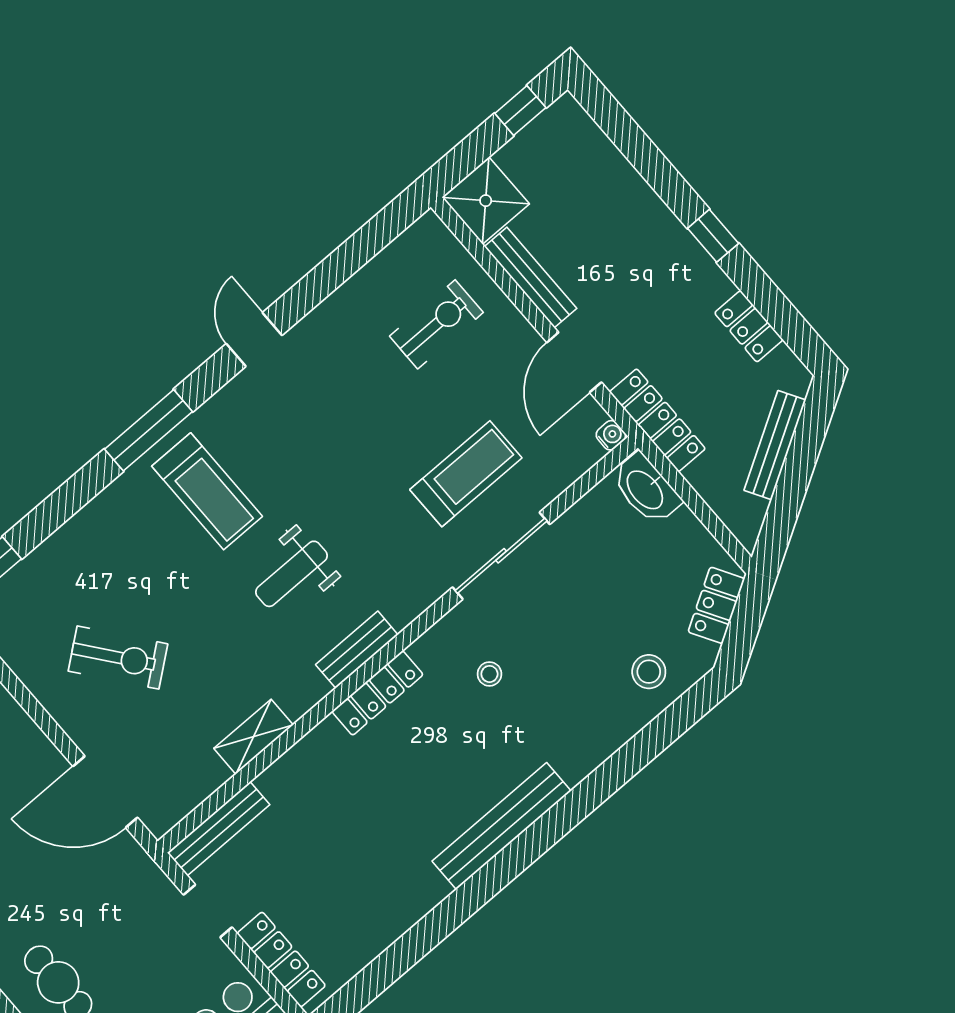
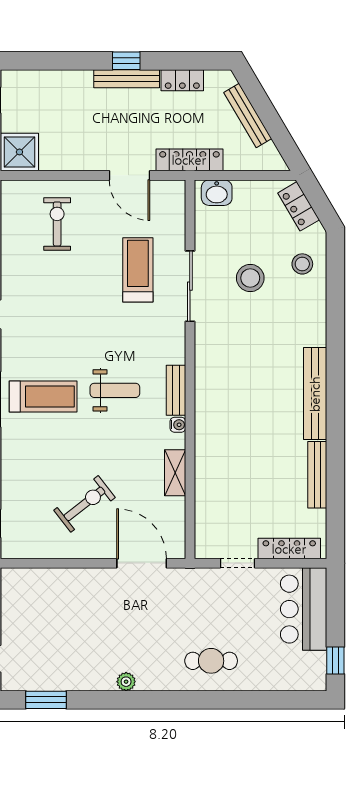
bench: (531, 277) -> (127, 79), moved
water cooler: (611, 435) -> (178, 425), moved, turned 90
washbasin: (646, 489) -> (217, 193), width x0.72
weight bench: (291, 574) -> (115, 390), turned -90
stool: (489, 674) -> (250, 278), moved, width x1.89, depth x1.89
locker: (377, 693) -> (204, 398), removed
door: (105, 792) -> (142, 563), swing flipped
bench: (218, 829) -> (317, 475), moved

